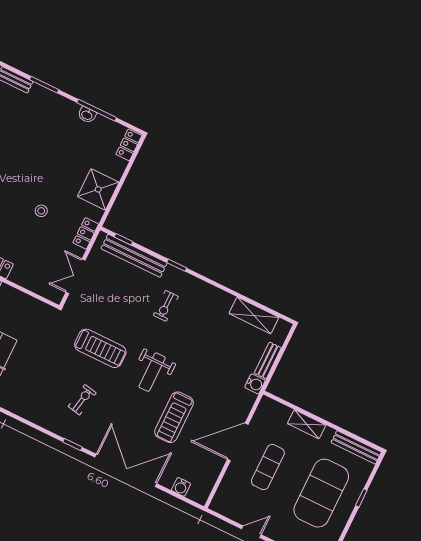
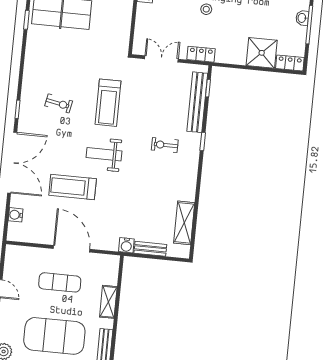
shower: (98, 189) -> (262, 53), moved

